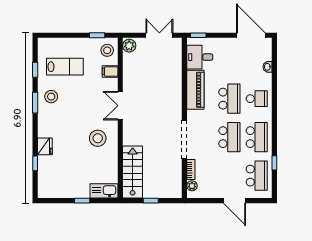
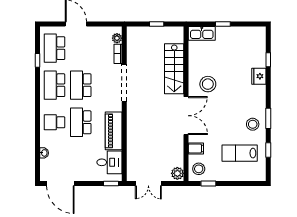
double door: (120, 106) -> (186, 116), width x1.37
stairs: (133, 172) -> (174, 69), moved

